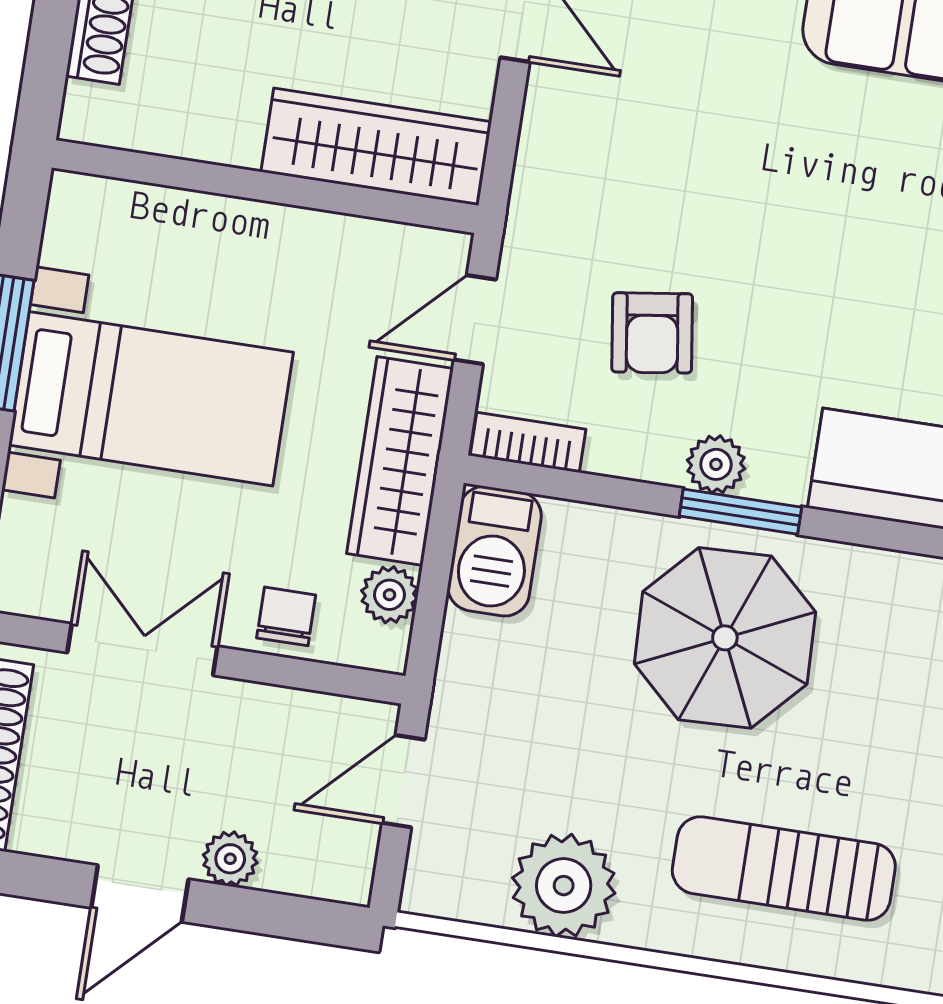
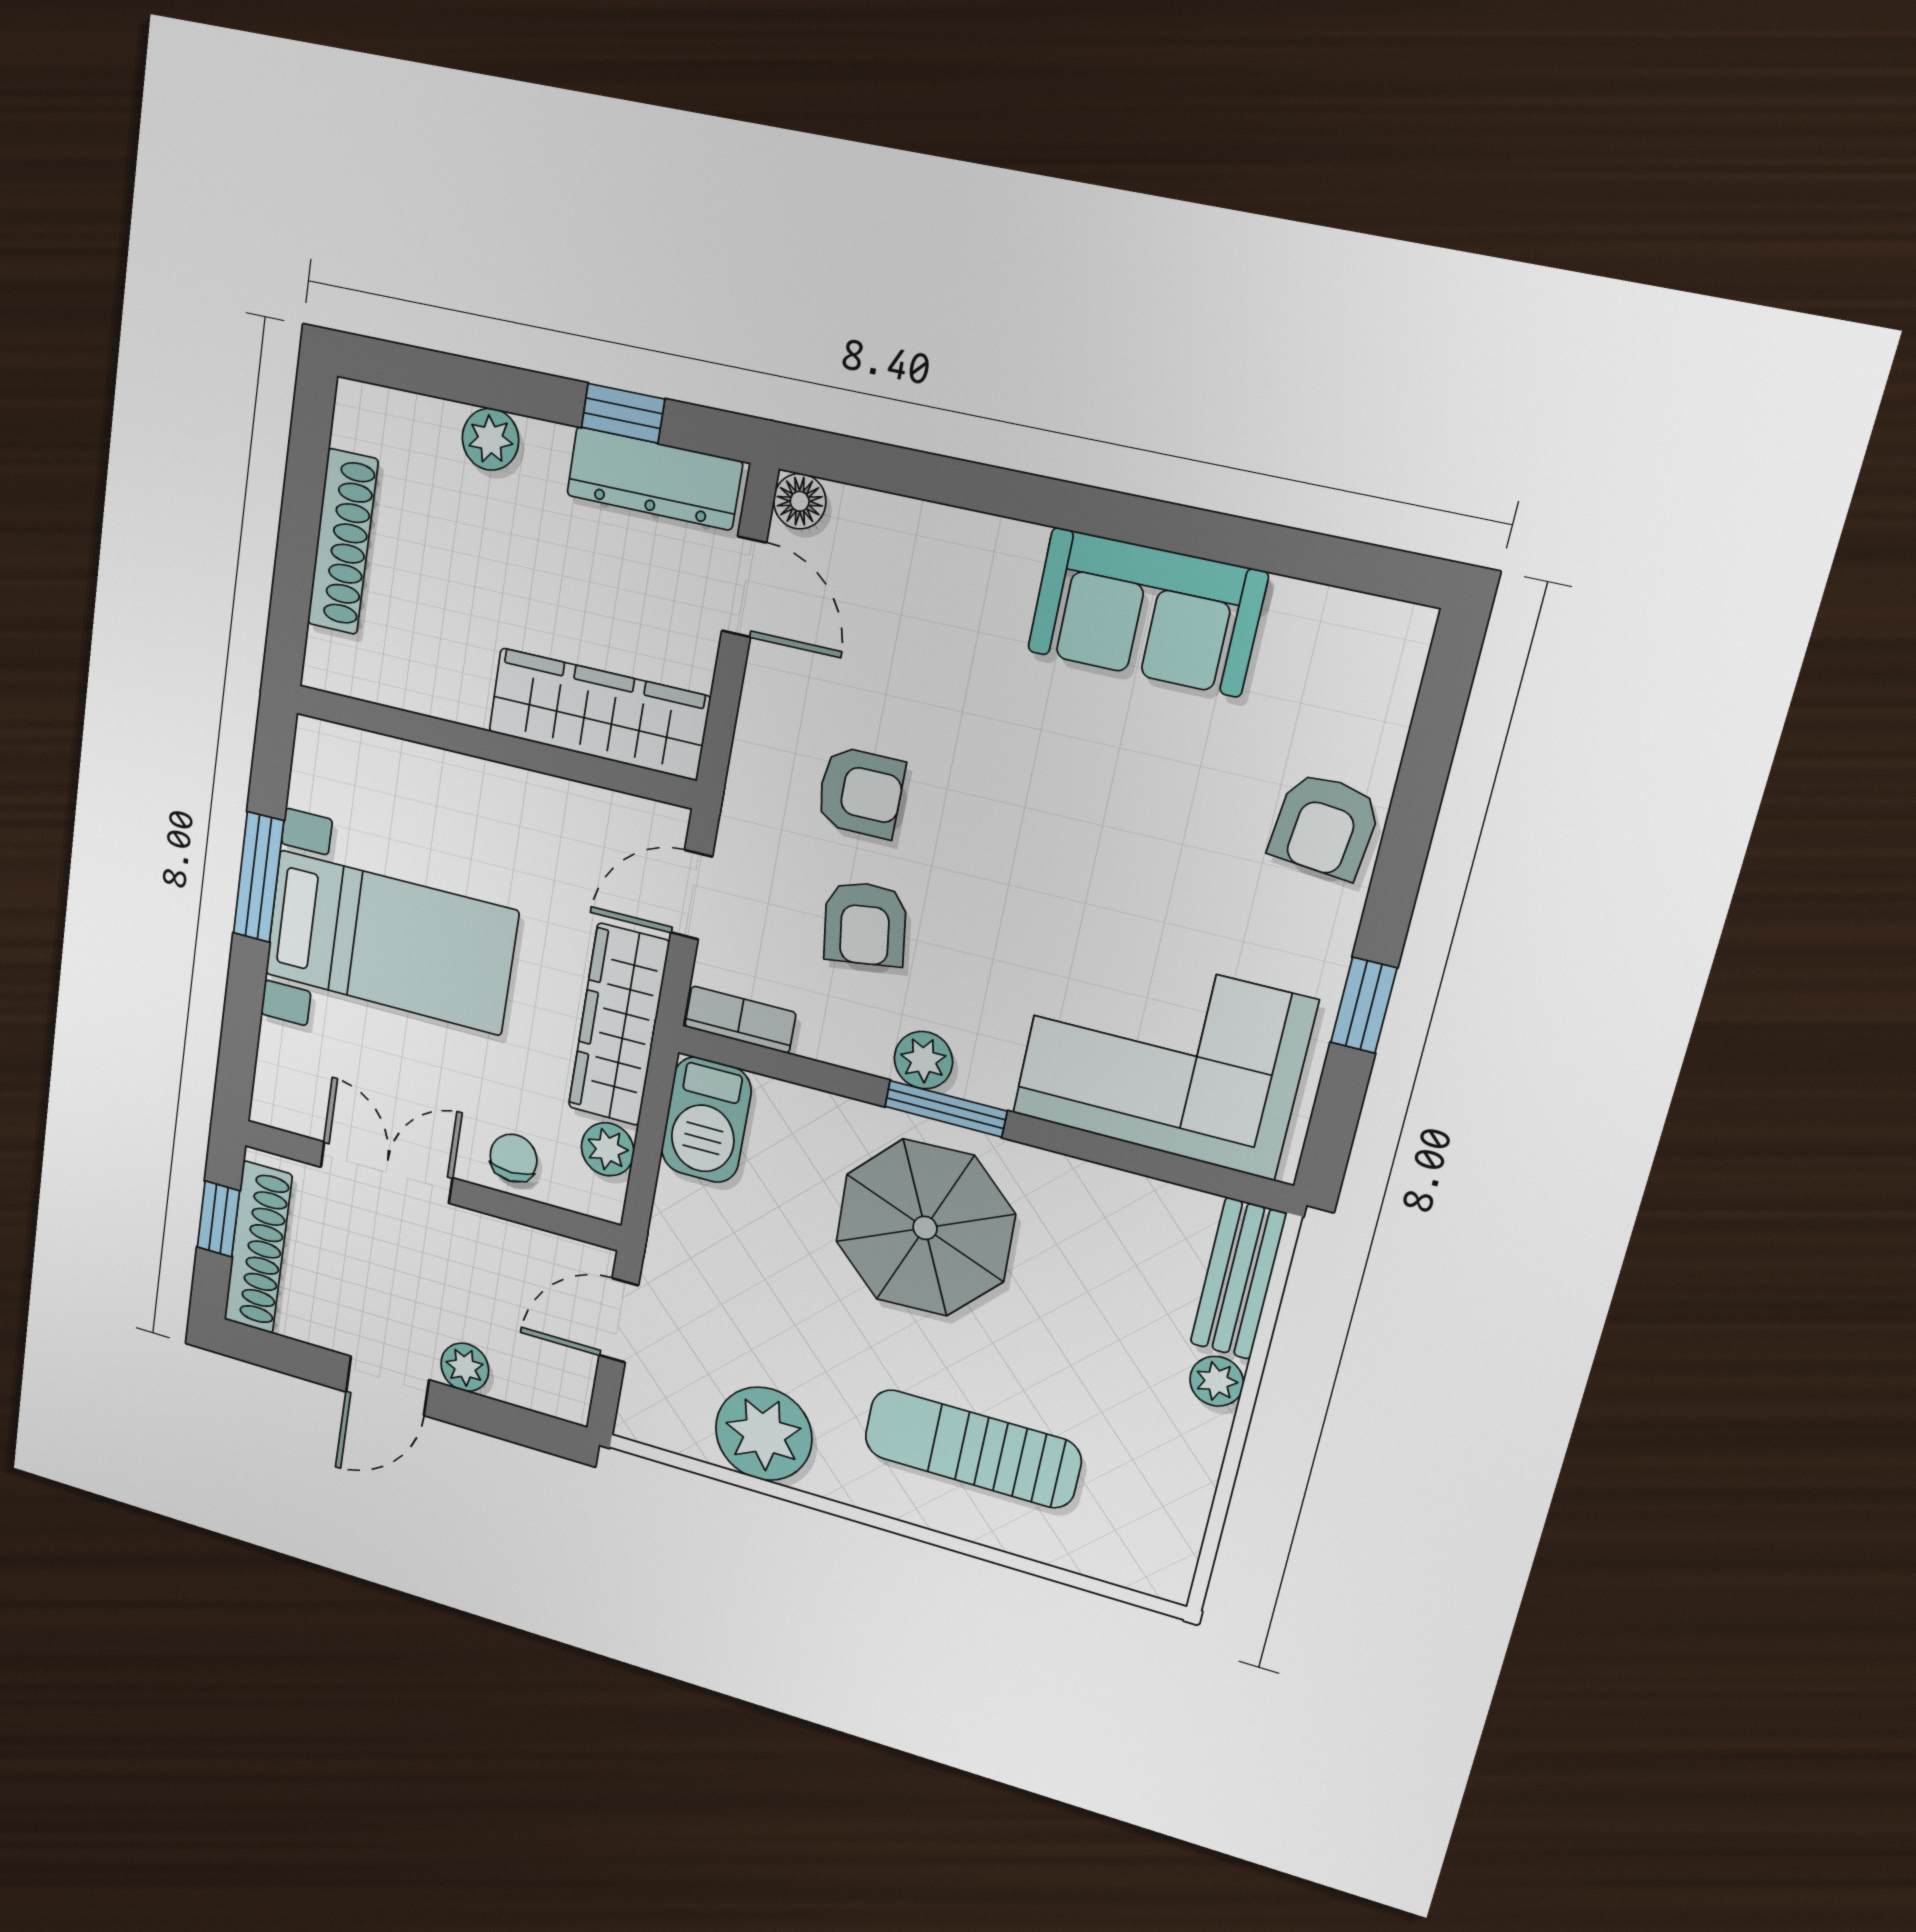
armchair: (643, 204) -> (860, 792), added

